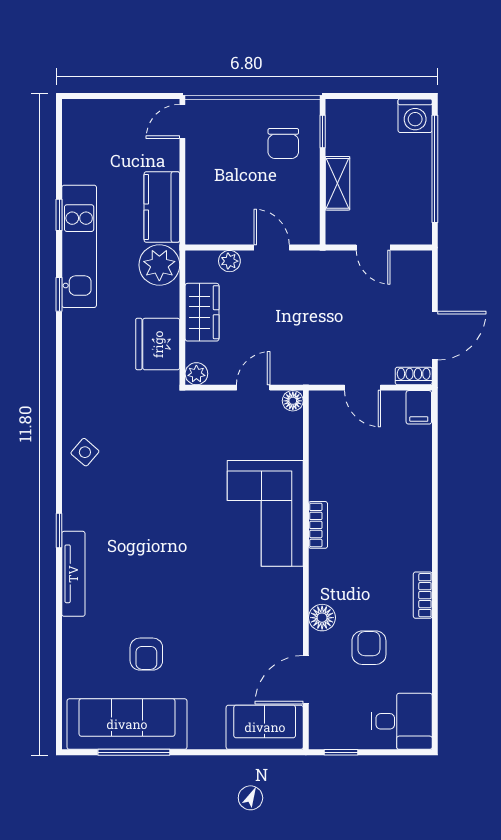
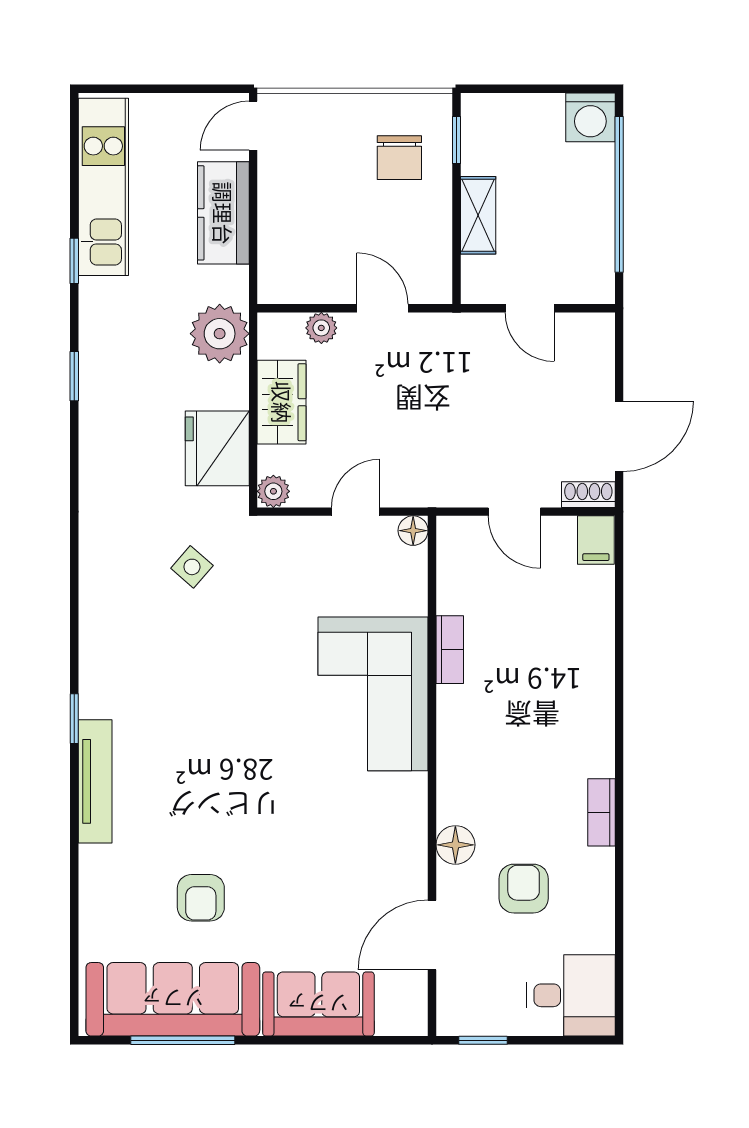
kitchen counter: (162, 207) -> (223, 213), moved
kitchen unit: (79, 246) -> (103, 187), moved
side table: (85, 452) -> (192, 567), moved
bookcase: (318, 525) -> (450, 650), moved
sofa: (265, 727) -> (318, 1004), moved

